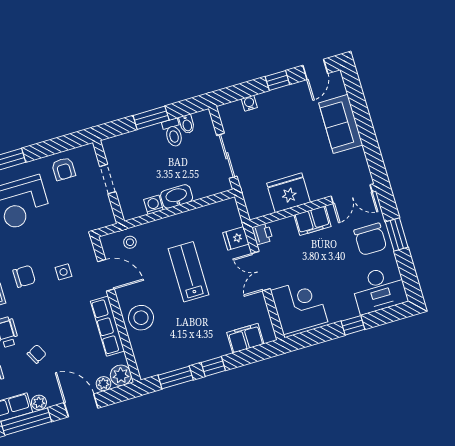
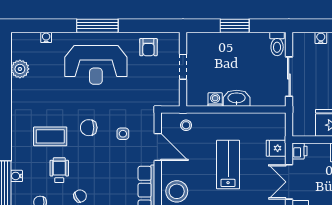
bidet: (187, 124) -> (263, 40), removed
toilet: (173, 133) -> (277, 44), moved
chair: (24, 276) -> (89, 128), turned 180

